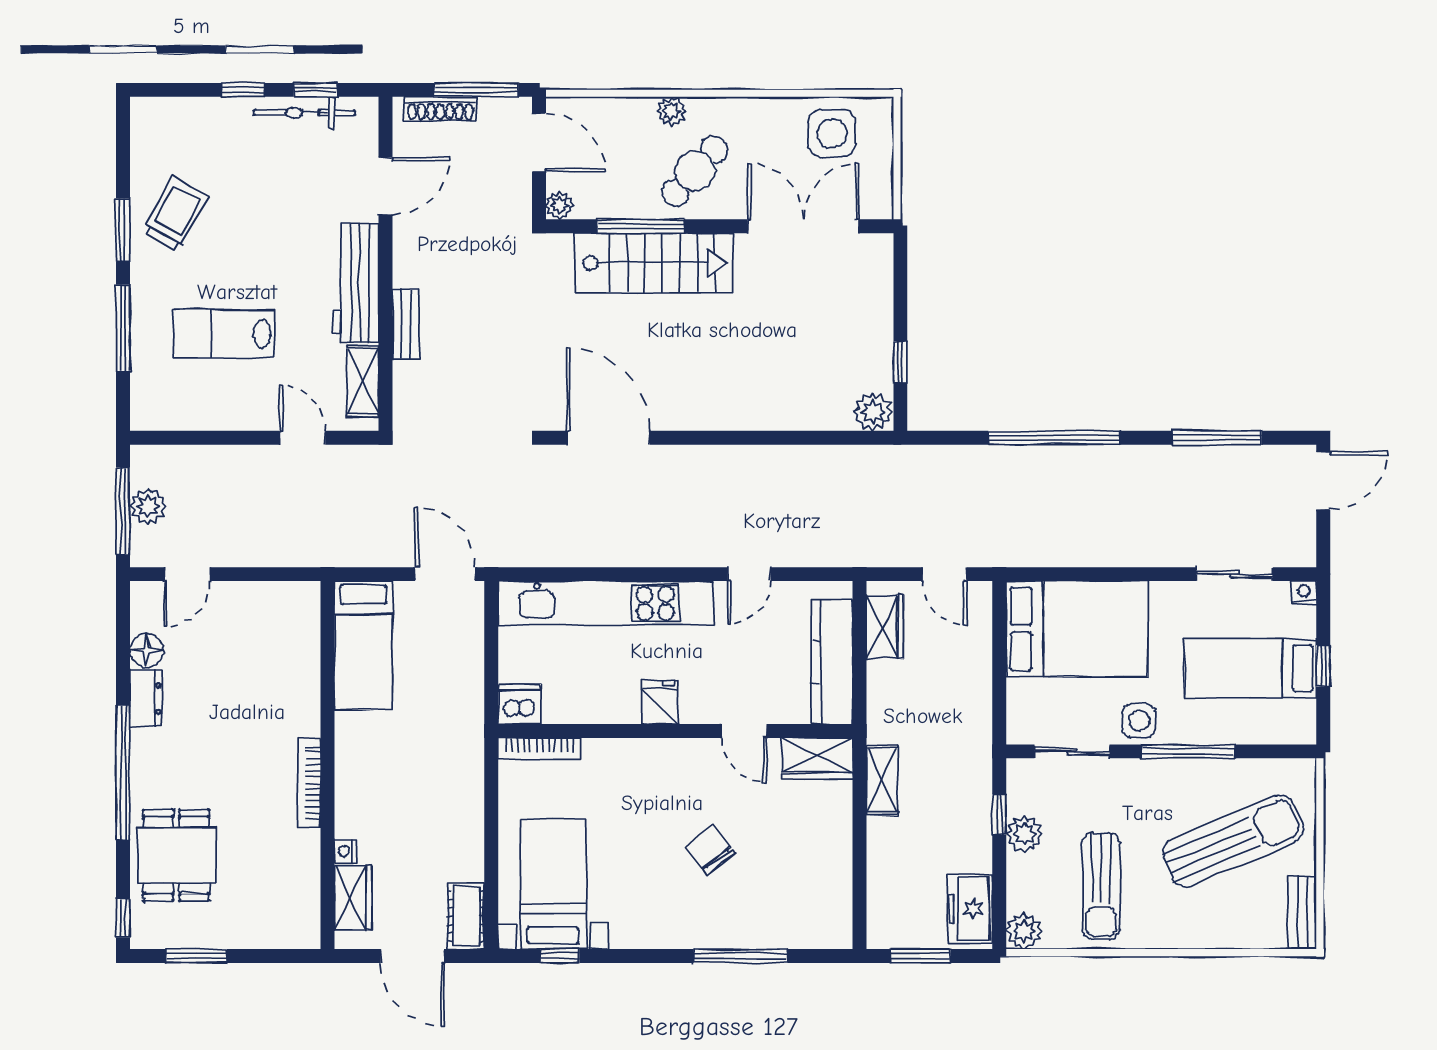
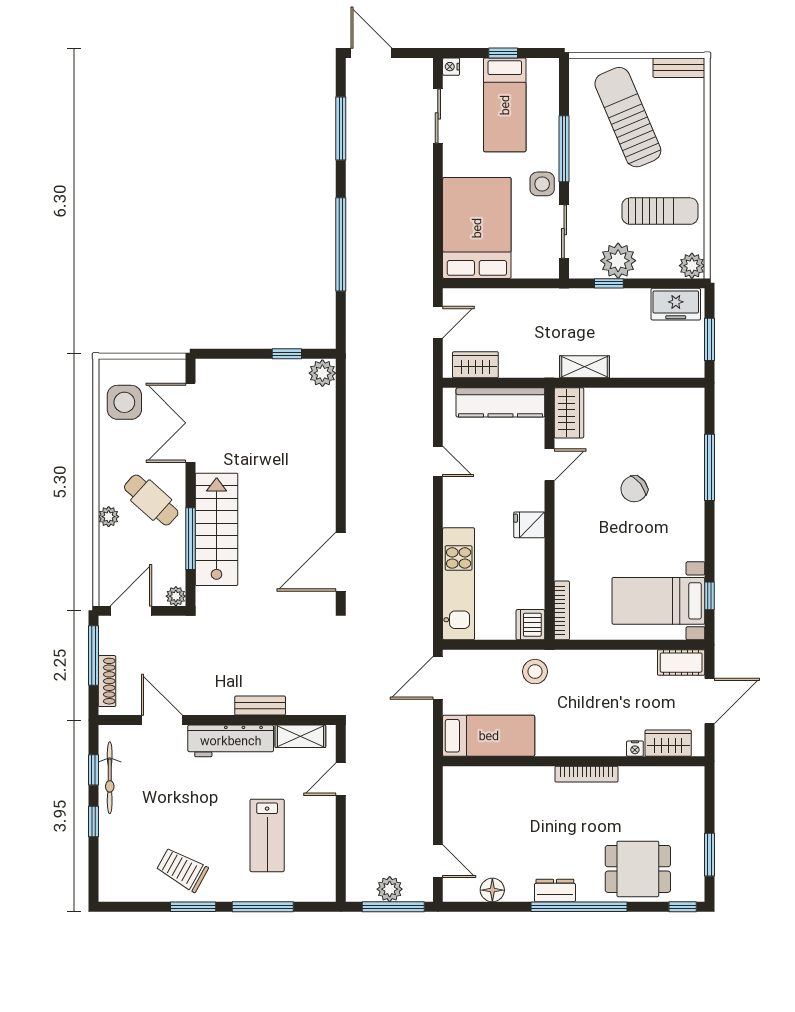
kitchen unit: (606, 603) -> (459, 584), width x0.73
dresser: (146, 699) -> (555, 891), moved
stool: (454, 711) -> (535, 672), added
plant: (1024, 834) -> (618, 261), width x1.36, depth x1.36

